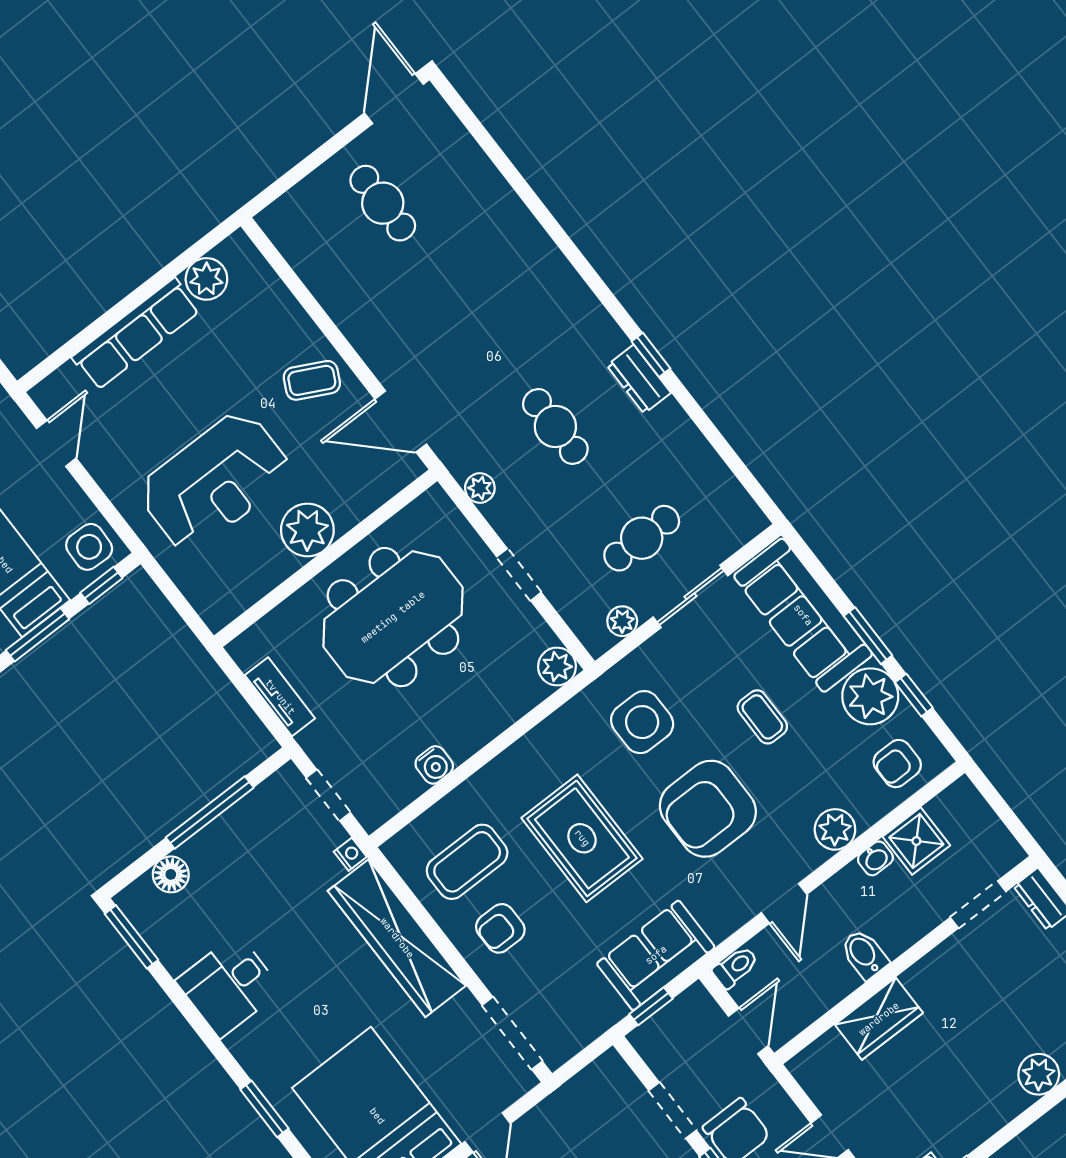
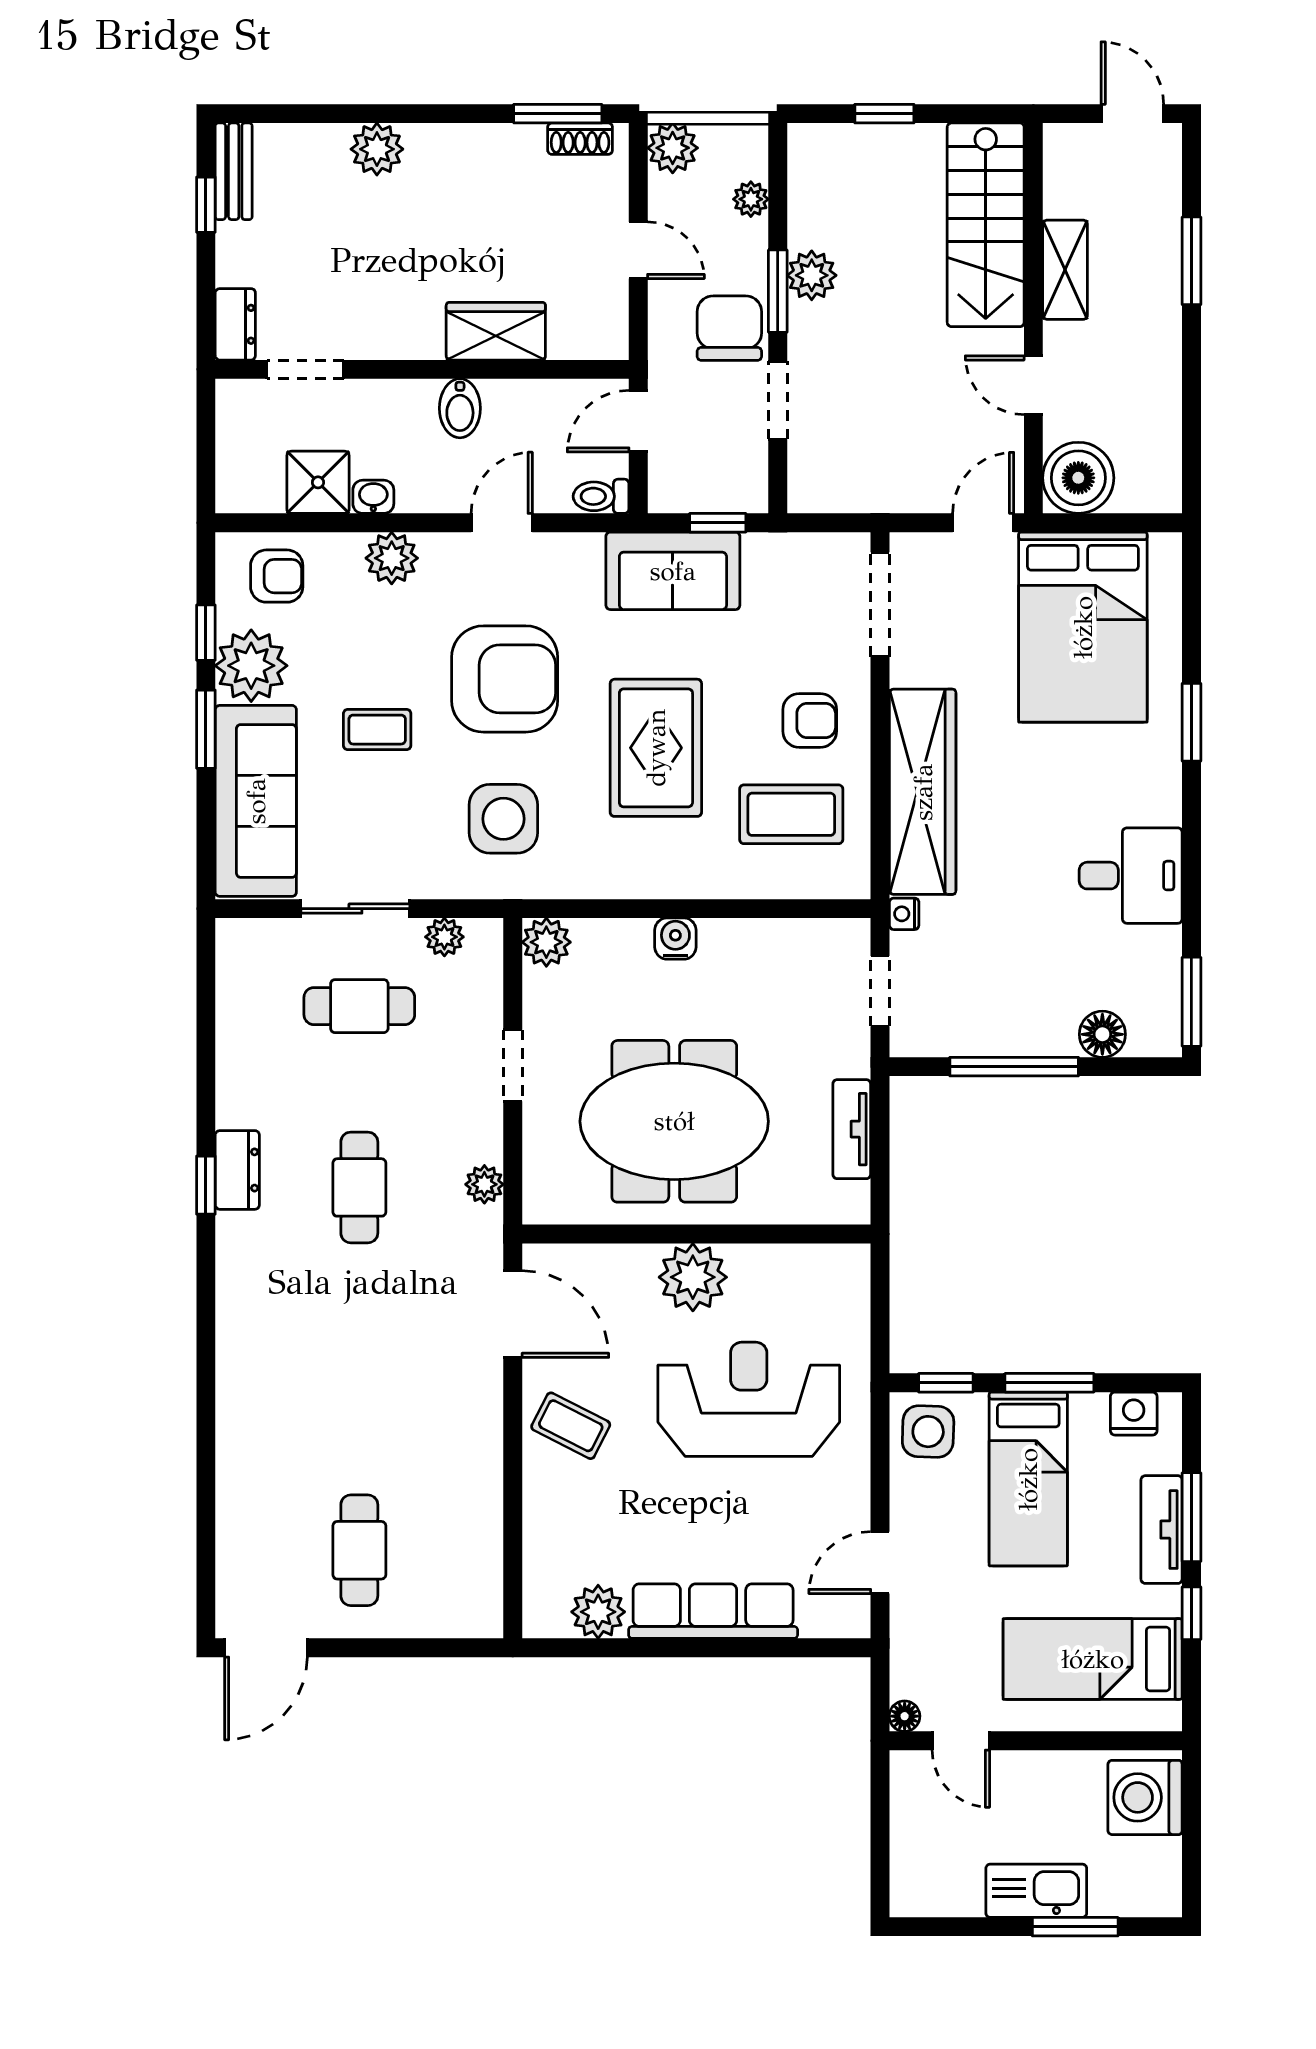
coffee table: (762, 717) -> (377, 730), turned 90
water cooler: (434, 765) -> (675, 939), moved

